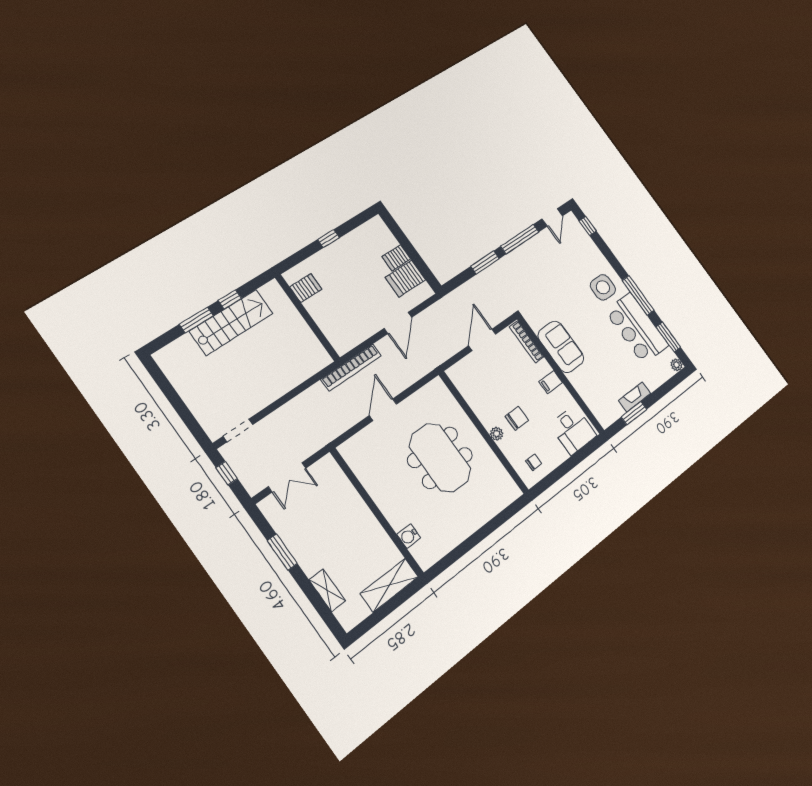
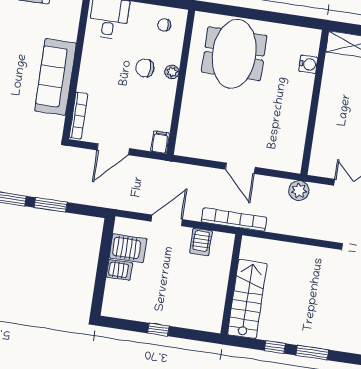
server rack: (306, 288) -> (201, 242), moved, turned -90
stairs: (231, 322) -> (247, 299), moved, turned 90
sofa: (561, 347) -> (55, 77), width x1.36
filing cabinet: (551, 382) -> (160, 142), moved, turned -90
door: (383, 410) -> (240, 168), hinge flipped
plant: (324, 434) -> (299, 191), added
meeting table: (440, 458) -> (234, 54), moved

